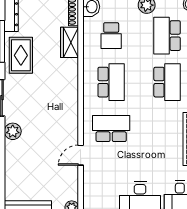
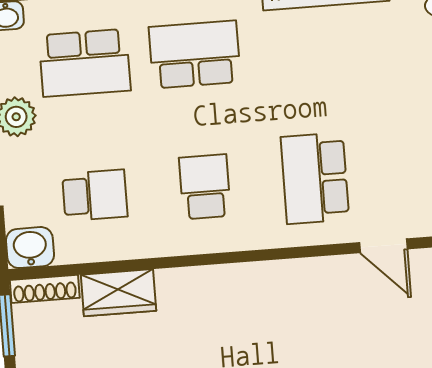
school desk: (111, 82) -> (205, 187), width x0.54

